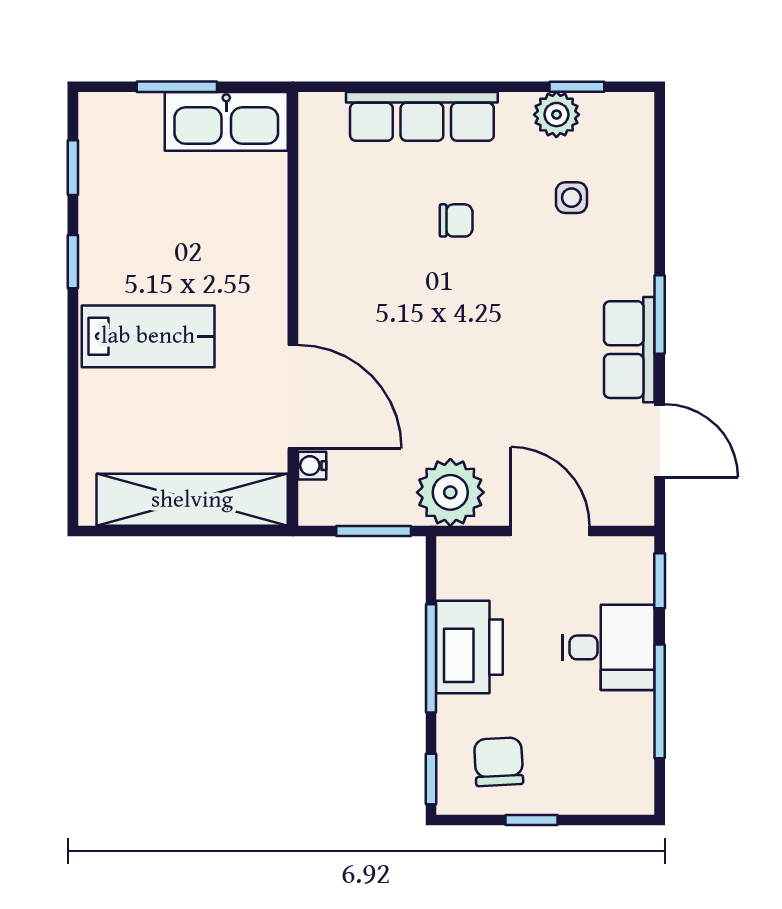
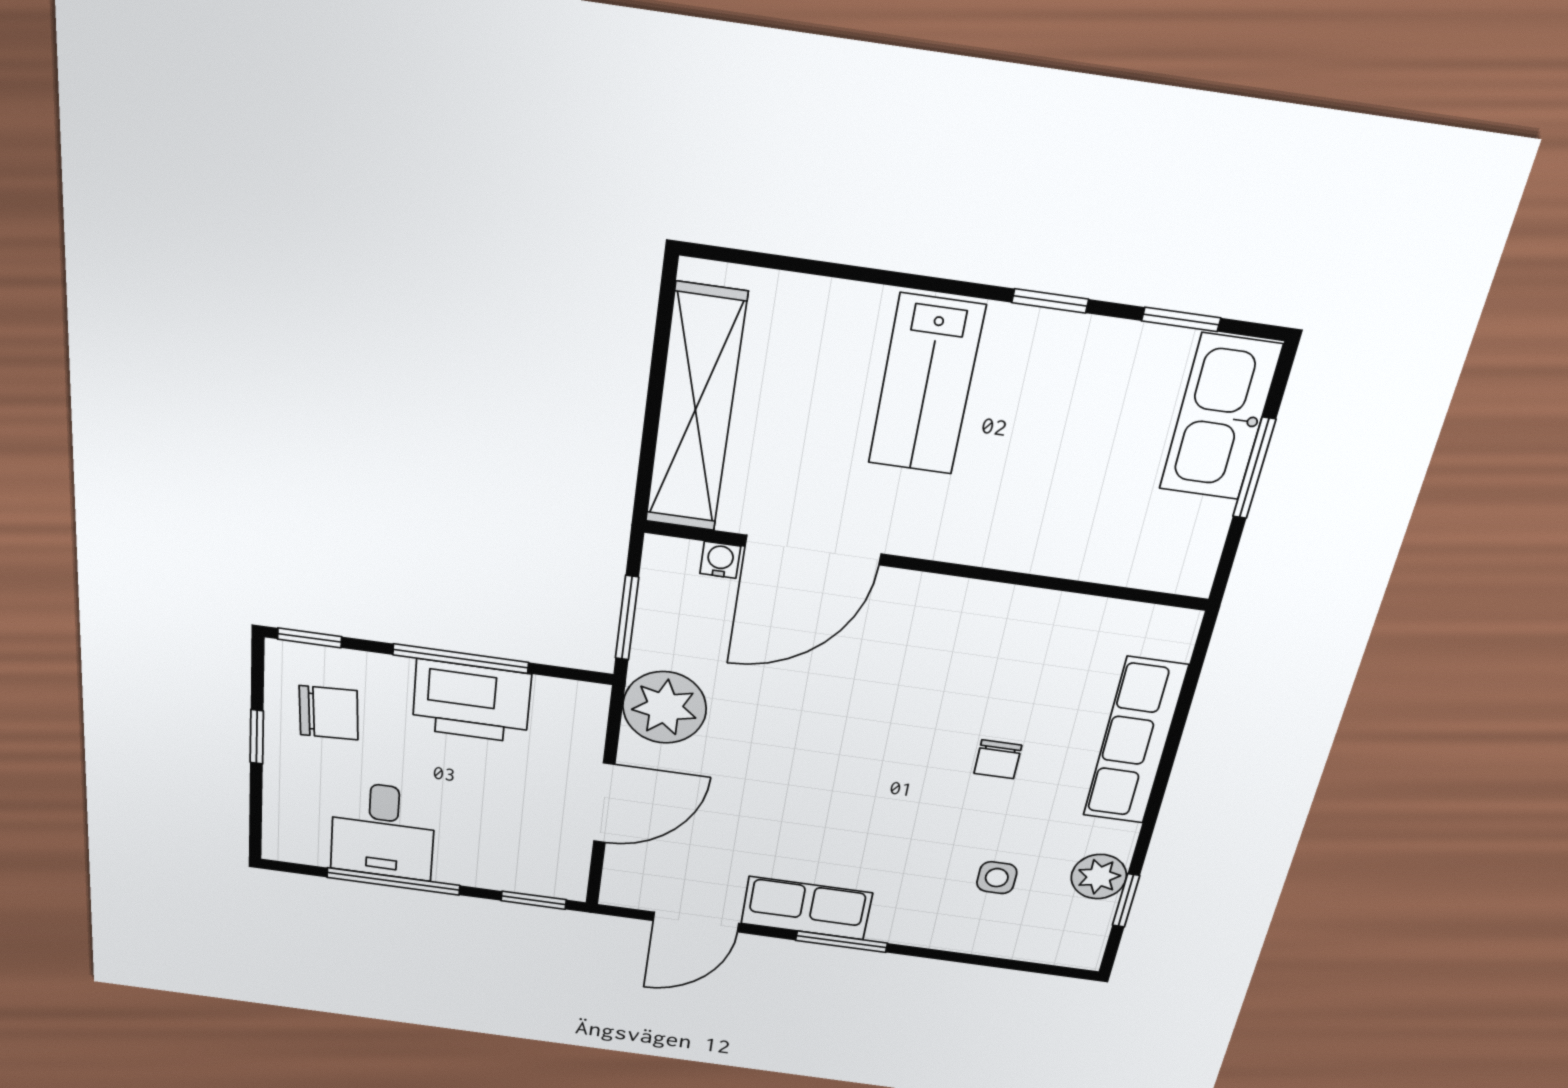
kitchen sink: (226, 121) -> (1220, 417), moved
desk: (608, 647) -> (383, 831), moved

